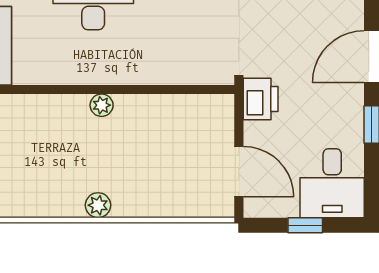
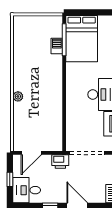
plant: (102, 105) -> (58, 98), removed

